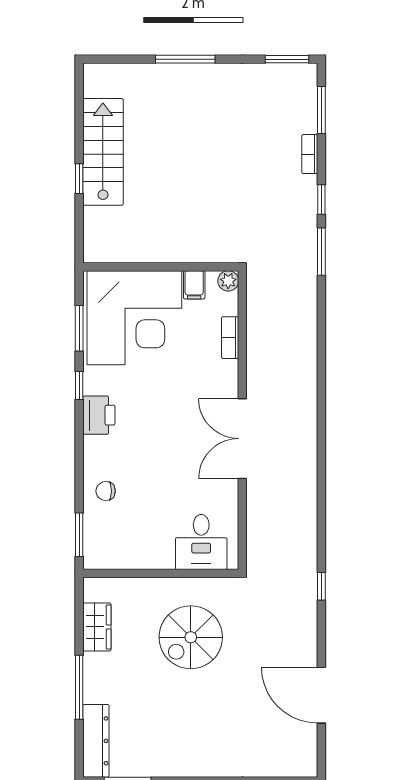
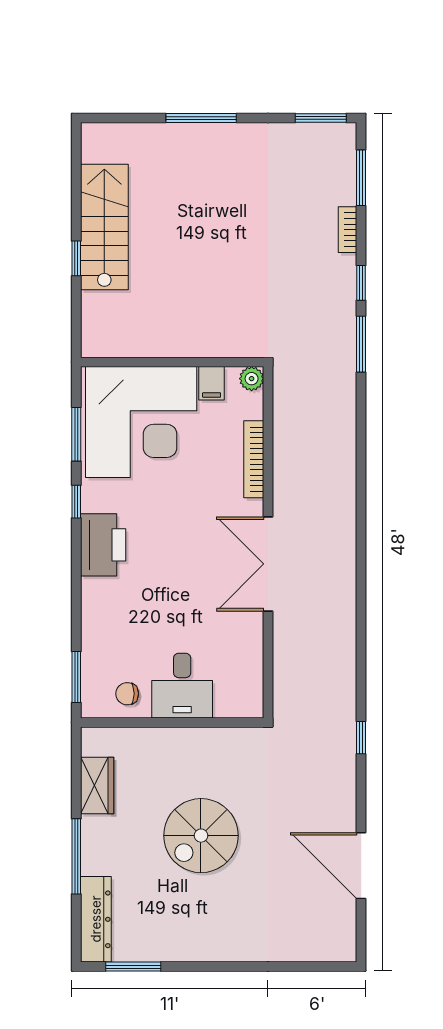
bookcase: (230, 338) -> (254, 459), width x1.56
printer: (99, 415) -> (103, 545), width x1.37, depth x1.19
chair: (106, 491) -> (127, 694), moved
desk: (201, 542) -> (182, 686), moved
spiral stairs: (191, 637) -> (201, 836), moved

